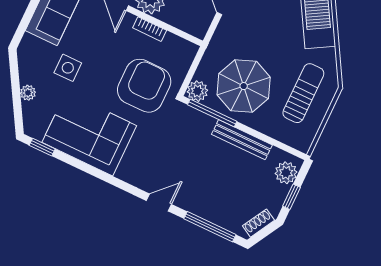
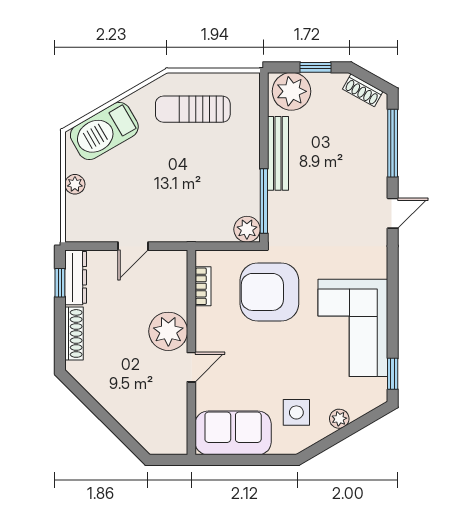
bookcase: (150, 29) -> (203, 286), moved
side table: (68, 68) -> (296, 412), moved
parasol: (244, 86) -> (217, 180), removed
plant: (286, 173) -> (291, 91), width x1.36, depth x1.36
door: (159, 202) -> (393, 213), swing flipped

